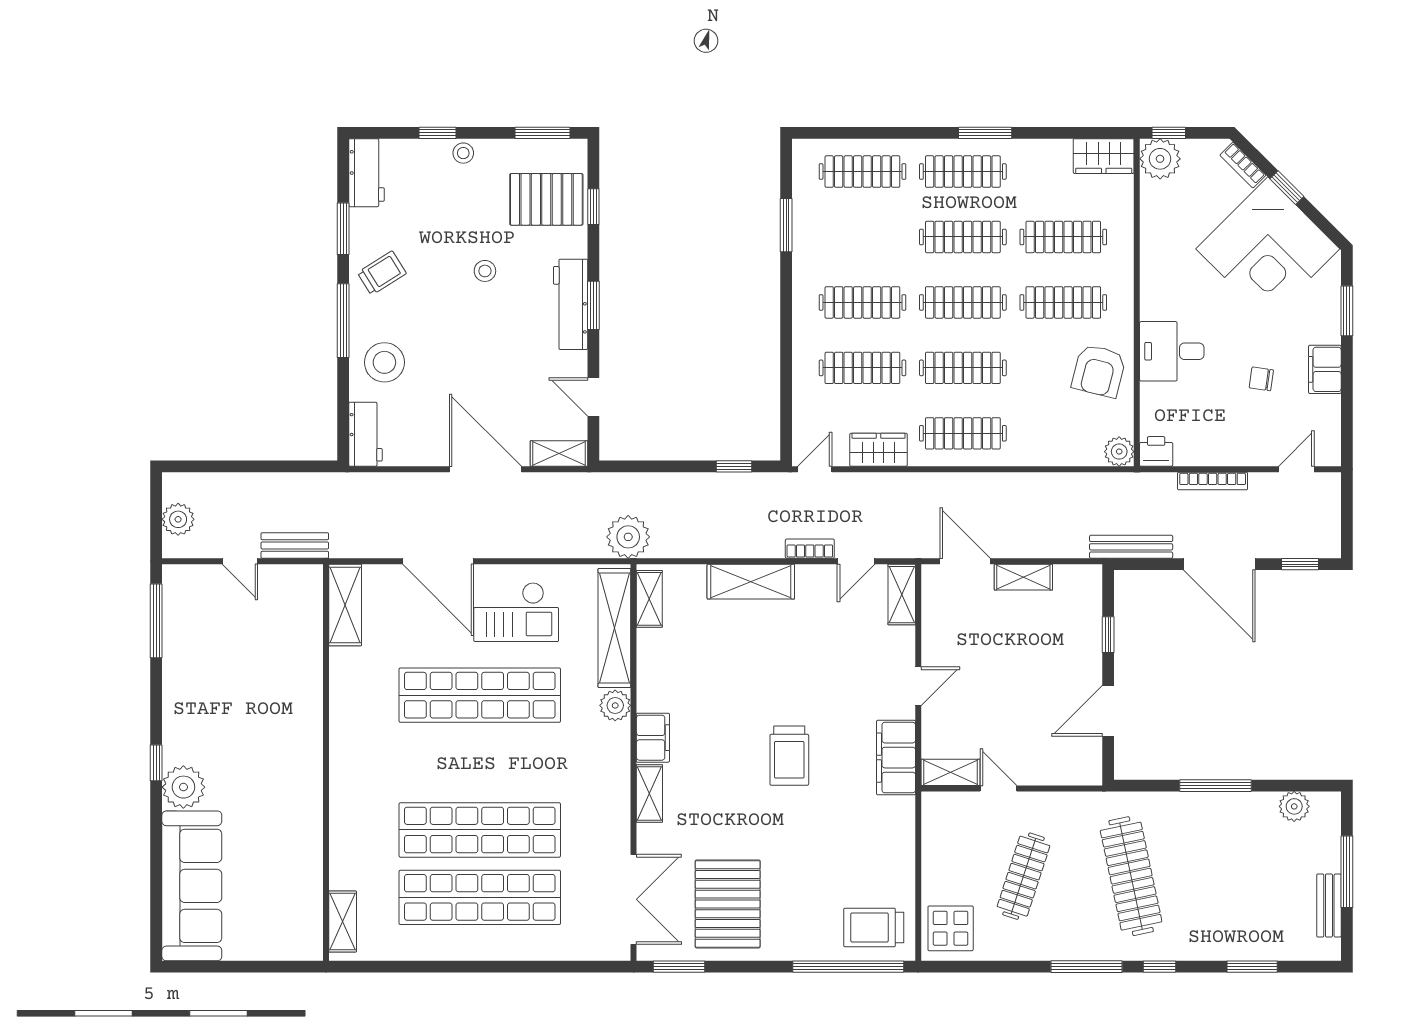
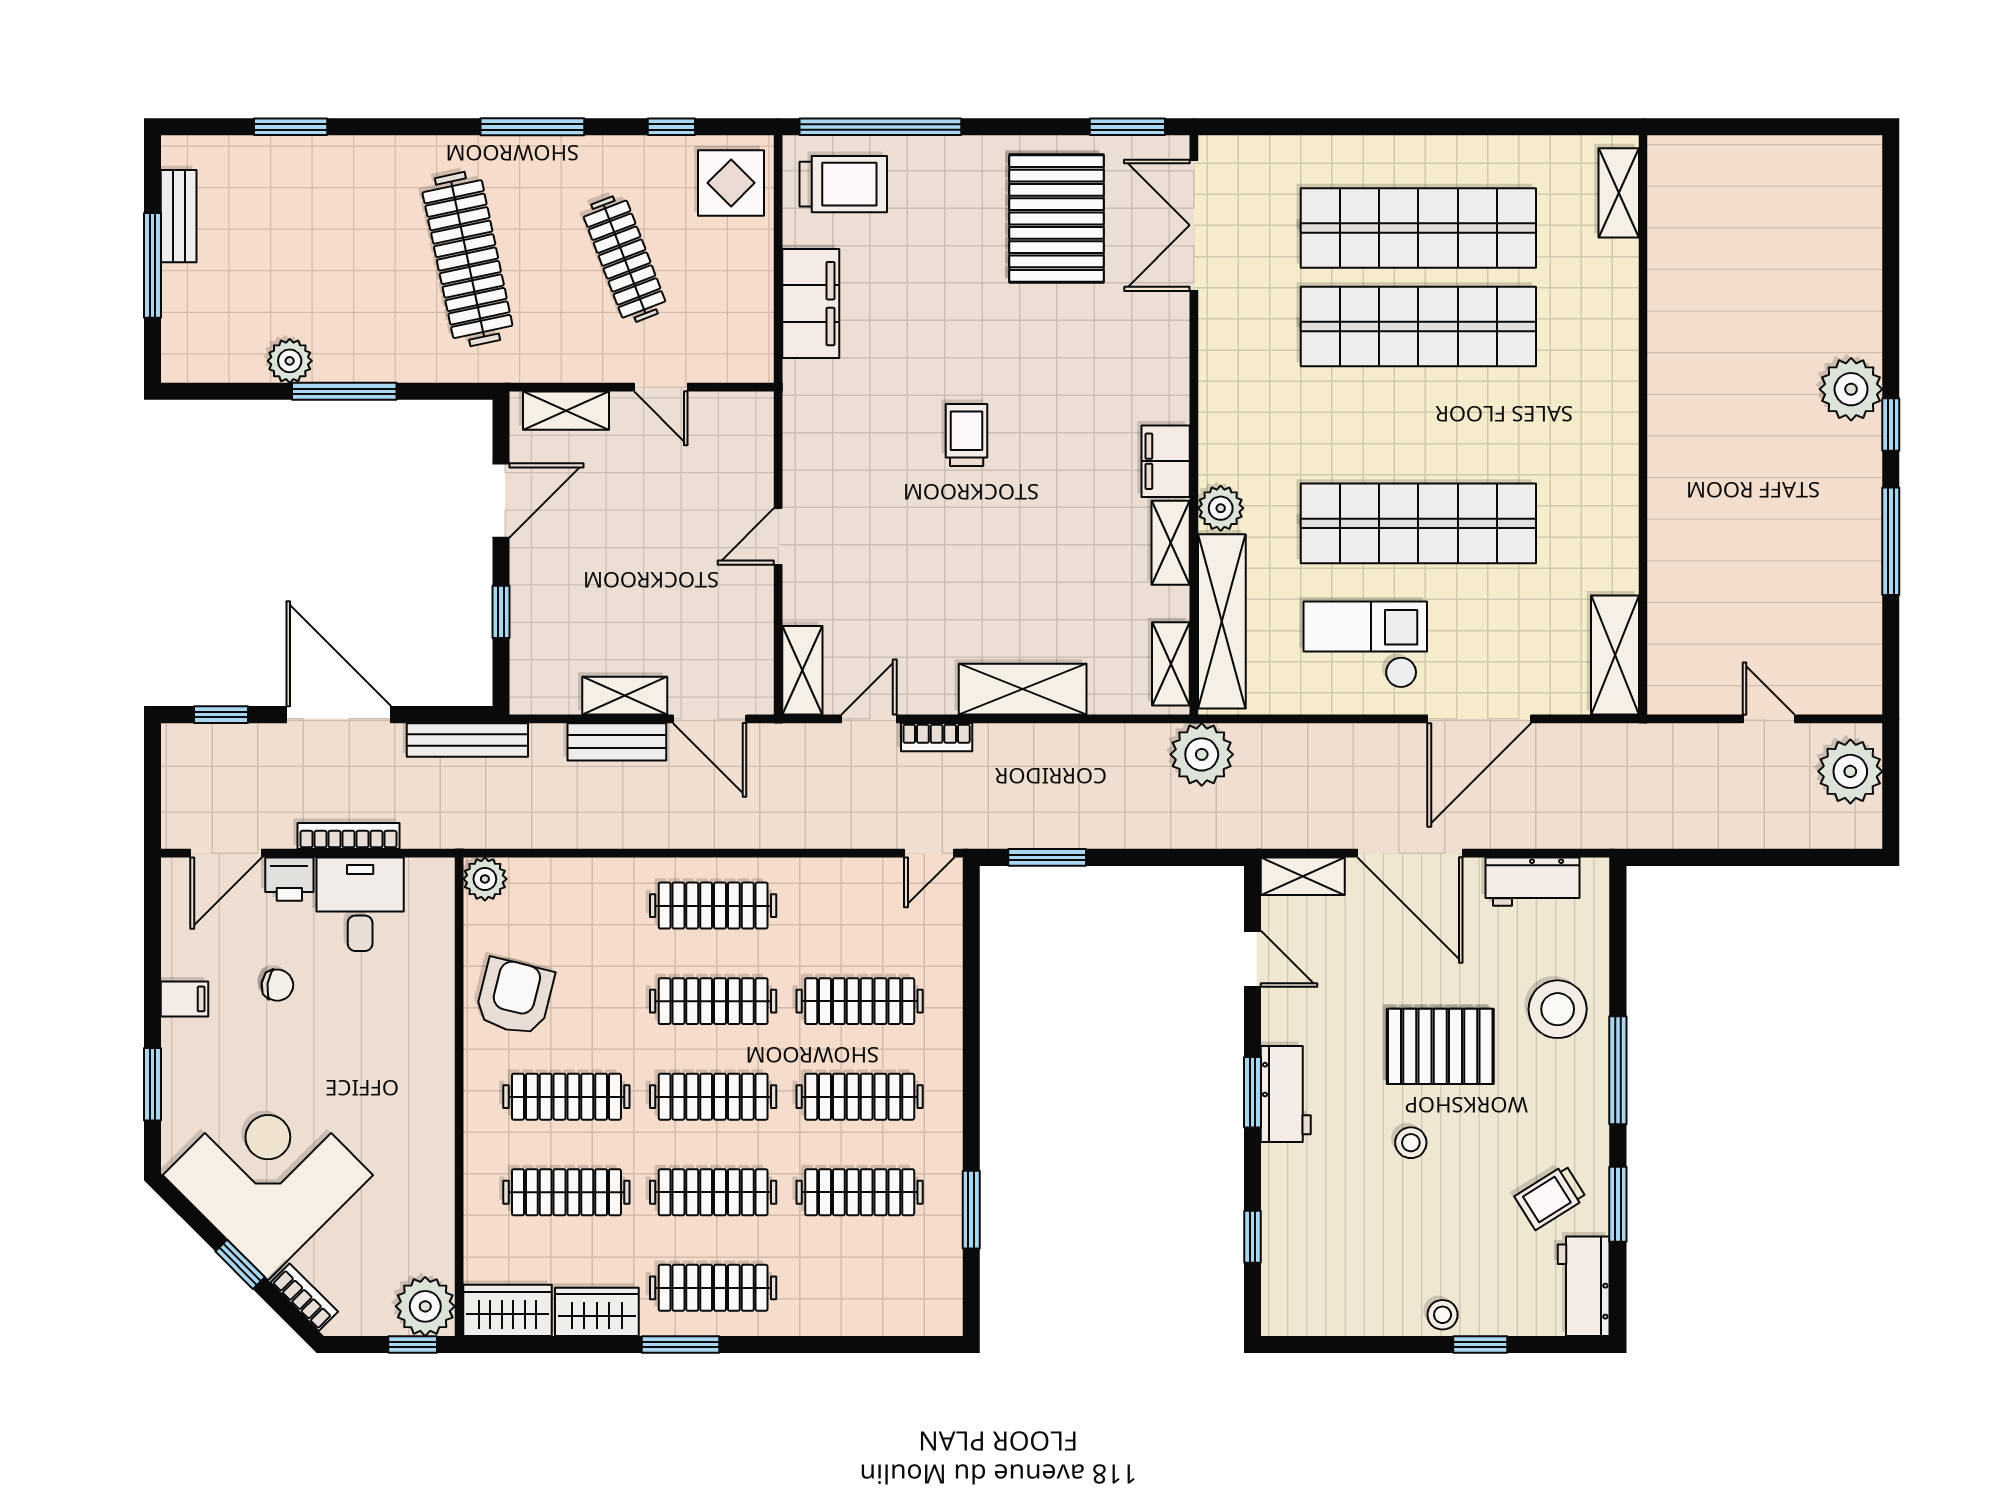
window: (542, 133) -> (1327, 1344), removed
clothes rail: (862, 172) -> (860, 1192), moved
pallet: (546, 199) -> (1440, 1046), moved
trolley: (382, 273) -> (1550, 1197), moved
workbench: (571, 304) -> (1286, 1094), width x0.73
desk: (1172, 351) -> (360, 904), moved, turned -90
filing cabinet: (1325, 369) -> (185, 999), width x0.50
workbench: (366, 434) -> (1533, 882), moved, turned -90
wardrobe: (879, 450) -> (597, 1312), moved, turned 180
printer: (1156, 451) -> (289, 879), moved
window: (734, 466) -> (1047, 857), width x1.50
door: (1296, 469) -> (226, 853), width x1.38
plant: (178, 519) -> (1850, 771), width x1.36, depth x1.36
bench: (295, 545) -> (617, 742), moved
door: (438, 561) -> (1479, 719), swing flipped
window: (156, 621) -> (1891, 541), moved
trolley: (789, 756) -> (967, 435), width x0.73, depth x0.72
filing cabinet: (896, 758) -> (811, 304), moved
shelving: (951, 772) -> (566, 411), moved
shelving: (649, 793) -> (1171, 543), moved
plant: (1294, 806) -> (290, 361), moved
clothes rail: (1024, 876) -> (625, 259), turned -39
sofa: (192, 886) -> (1839, 245), removed
window: (1160, 967) -> (671, 127), moved

